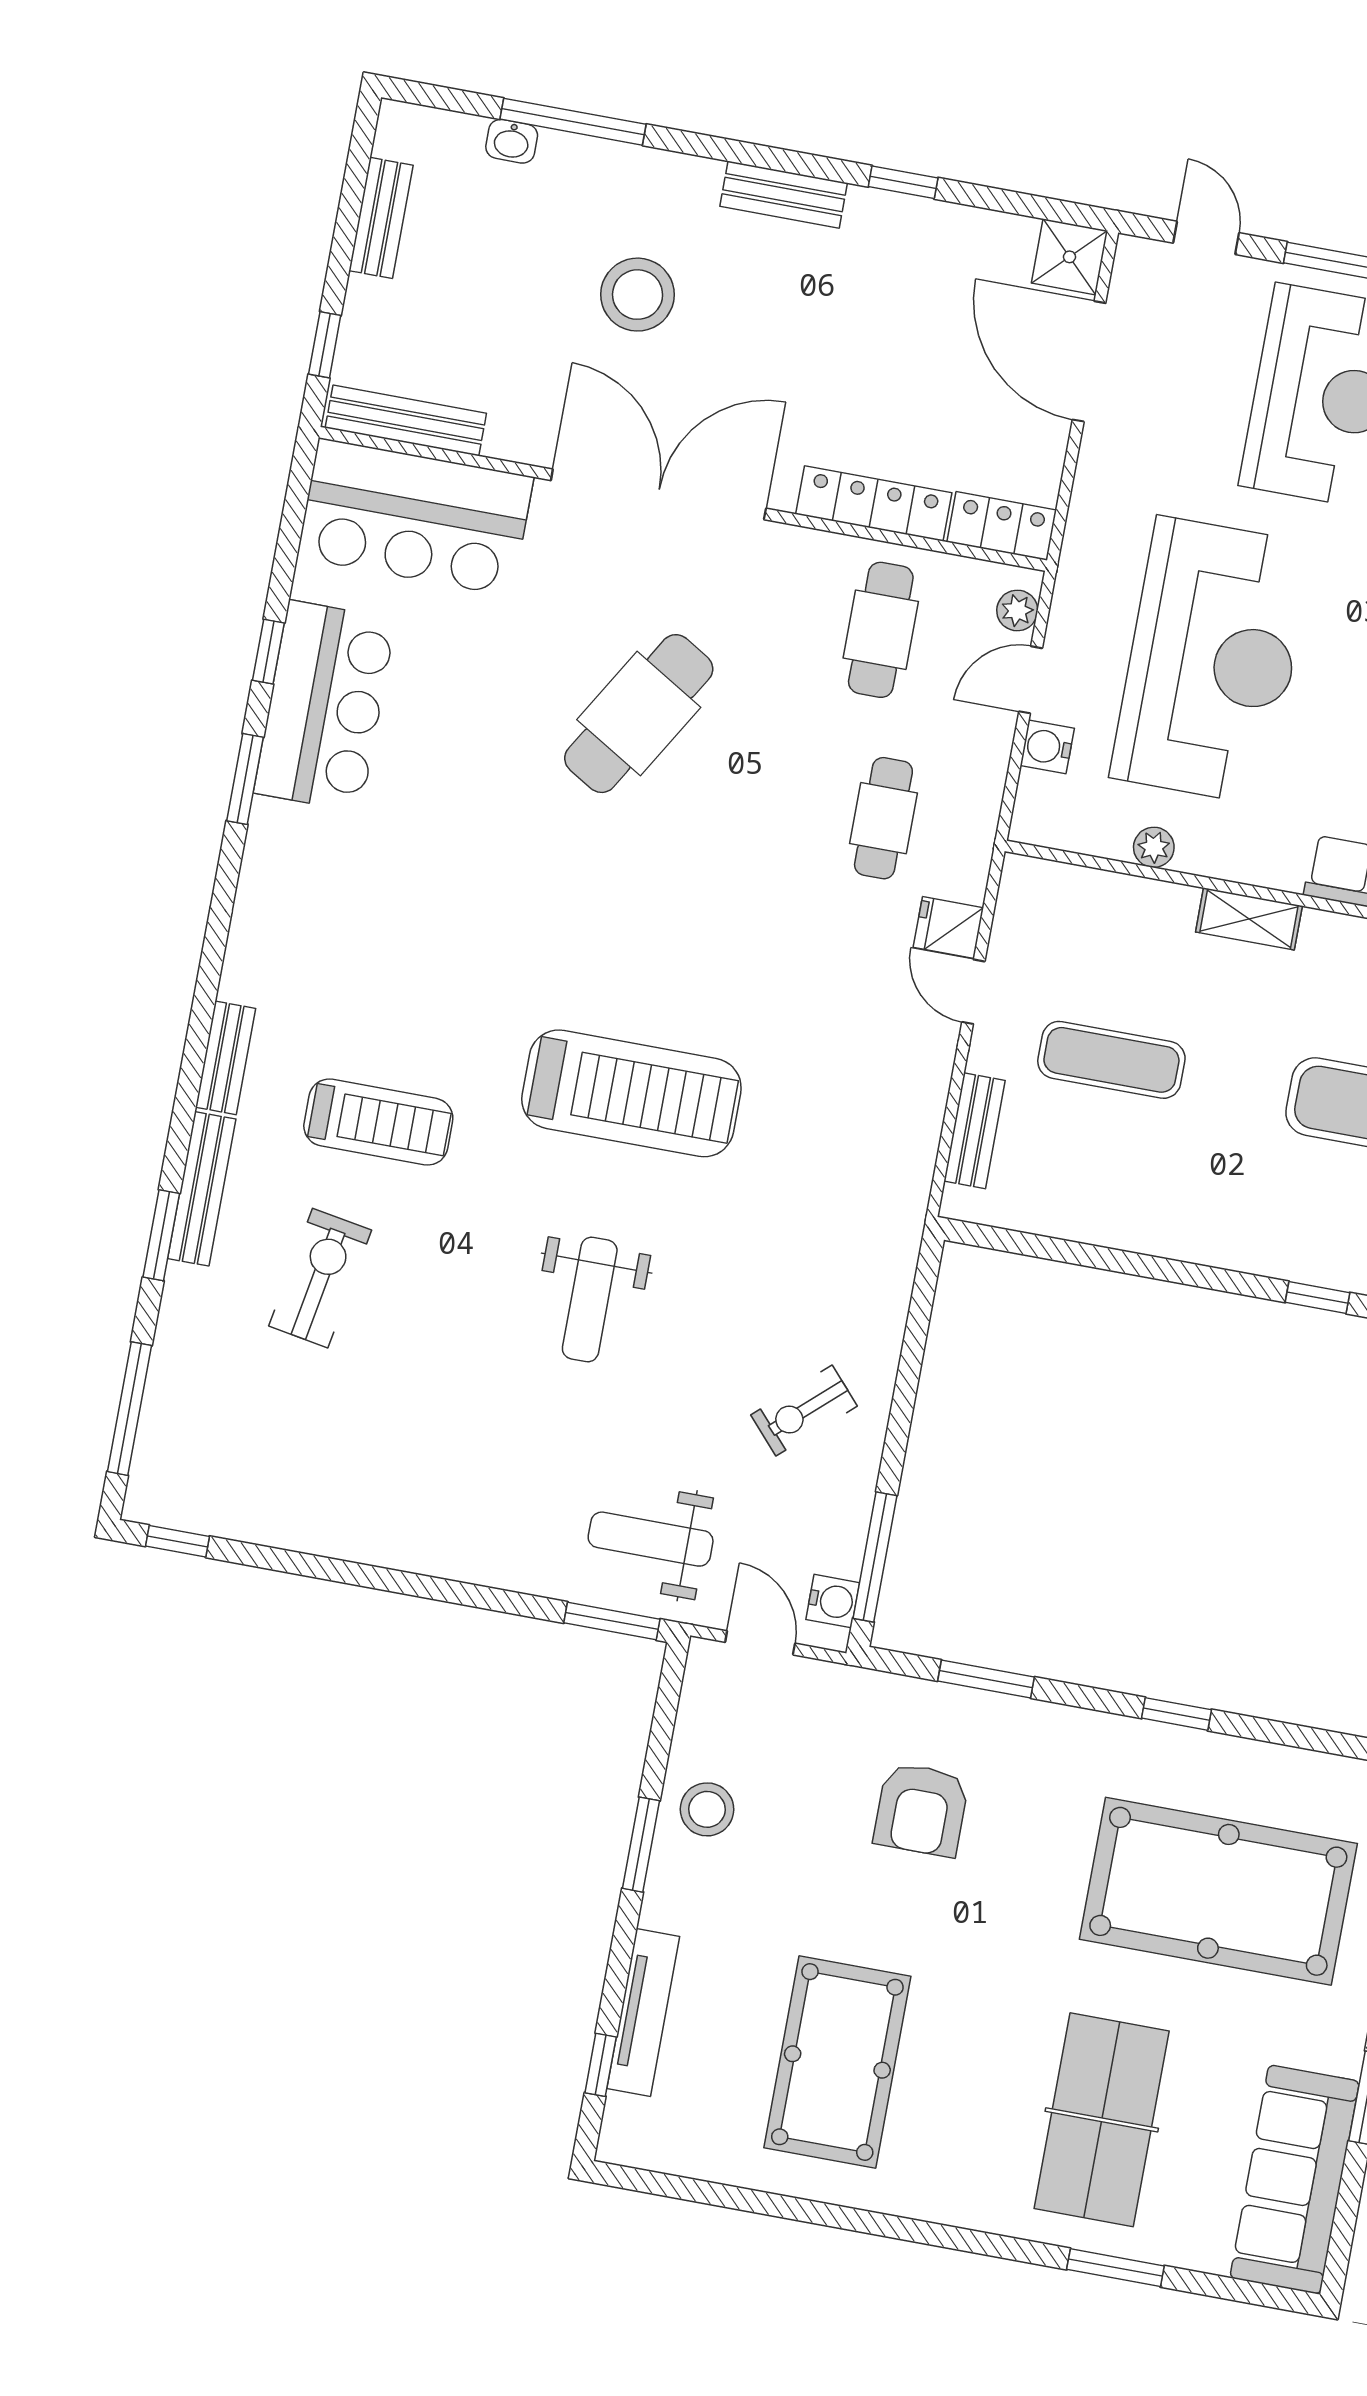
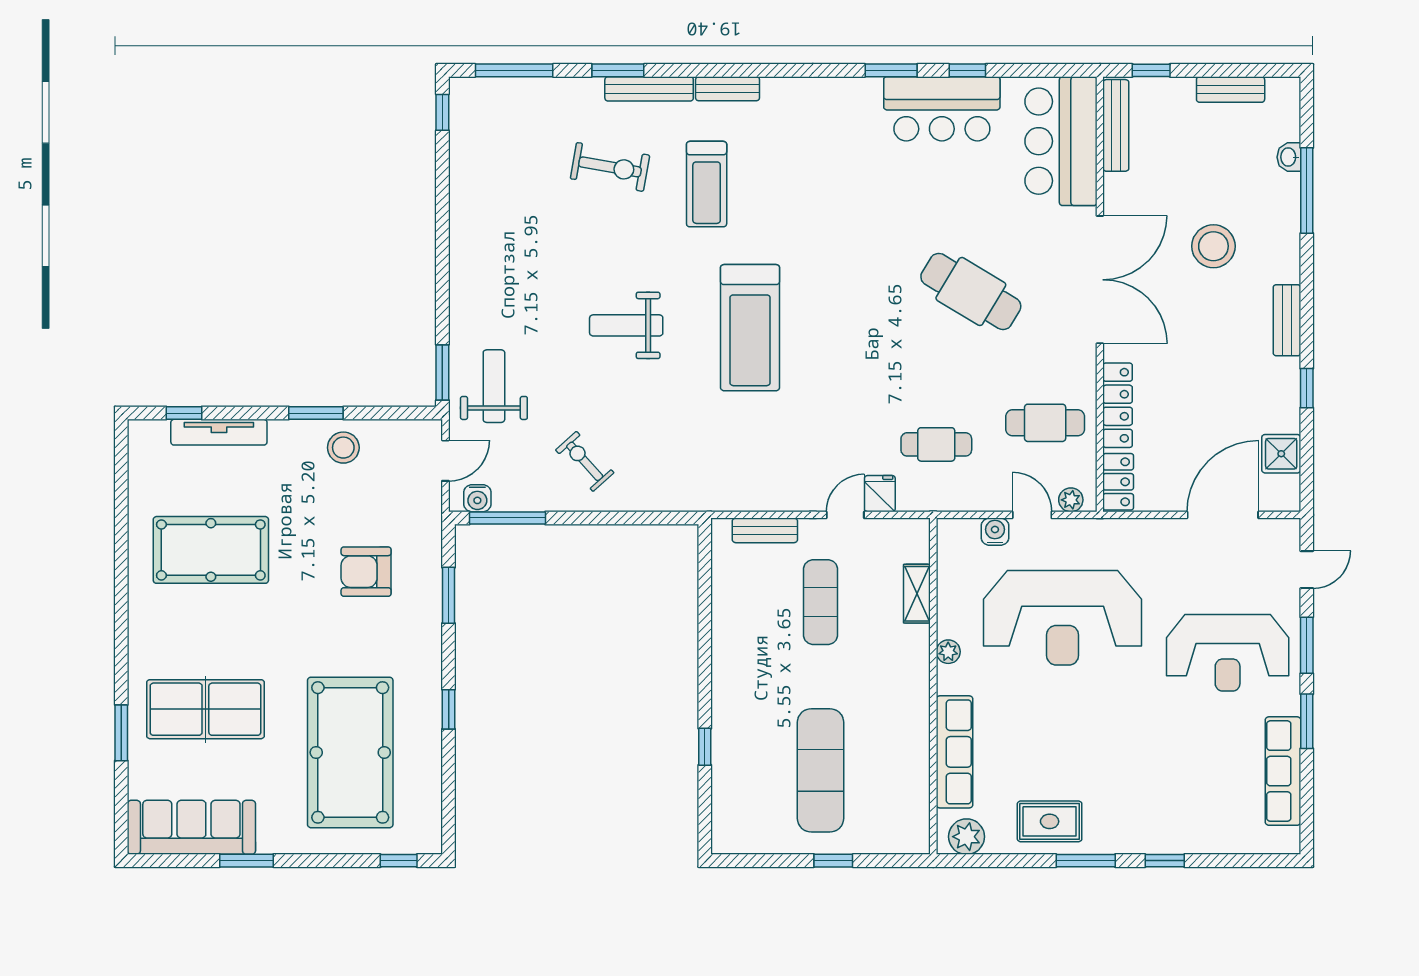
shower: (1070, 257) -> (1281, 454), moved
plant: (1154, 847) -> (948, 652), moved
shelving: (1249, 919) -> (917, 594), moved

